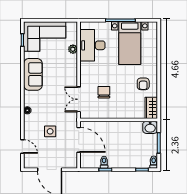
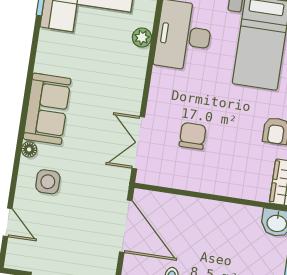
sofa: (33, 74) -> (47, 109), moved
side table: (50, 131) -> (48, 182), moved

